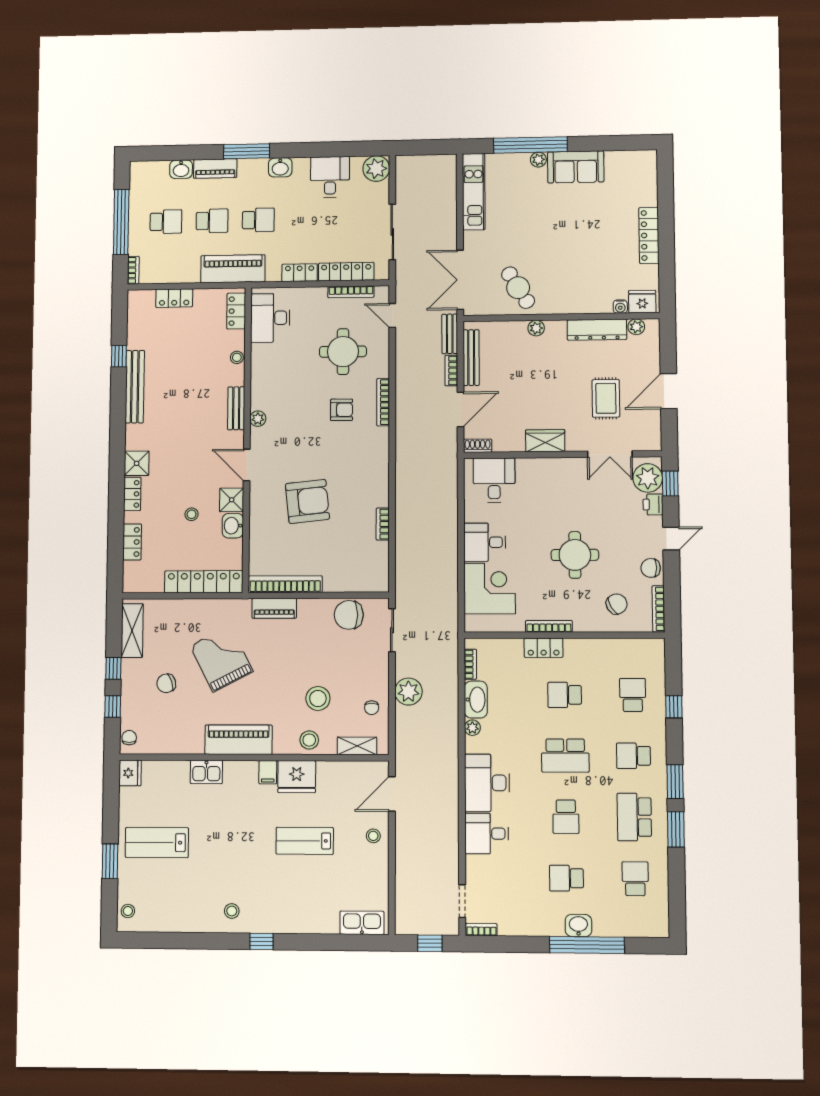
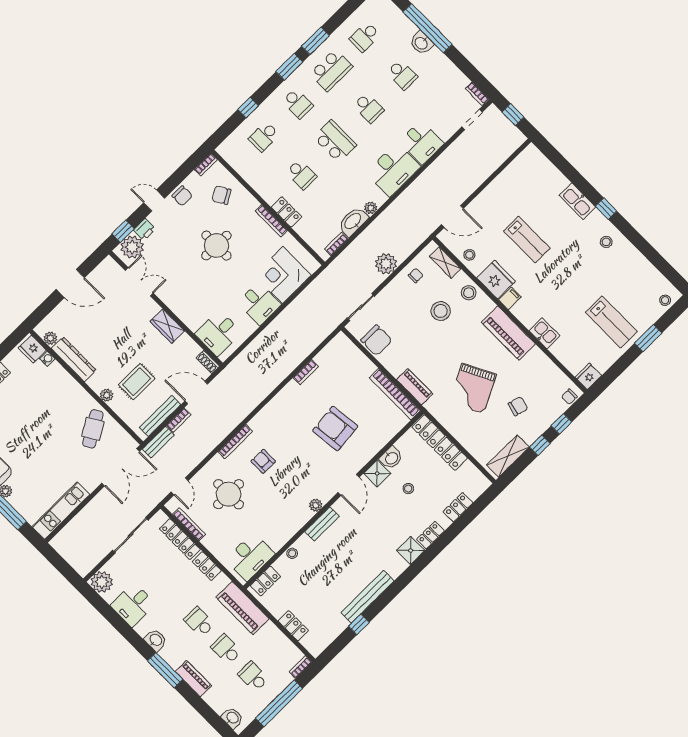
washbasin: (181, 169) -> (232, 718), moved
rug: (606, 398) -> (137, 382), moved
bookcase: (658, 609) -> (206, 165), width x0.64
chair: (166, 683) -> (518, 406), turned -57
school desk: (566, 817) -> (369, 108), turned 90
stool: (373, 836) -> (469, 255), moved
kitchen sink: (362, 923) -> (577, 201), moved

